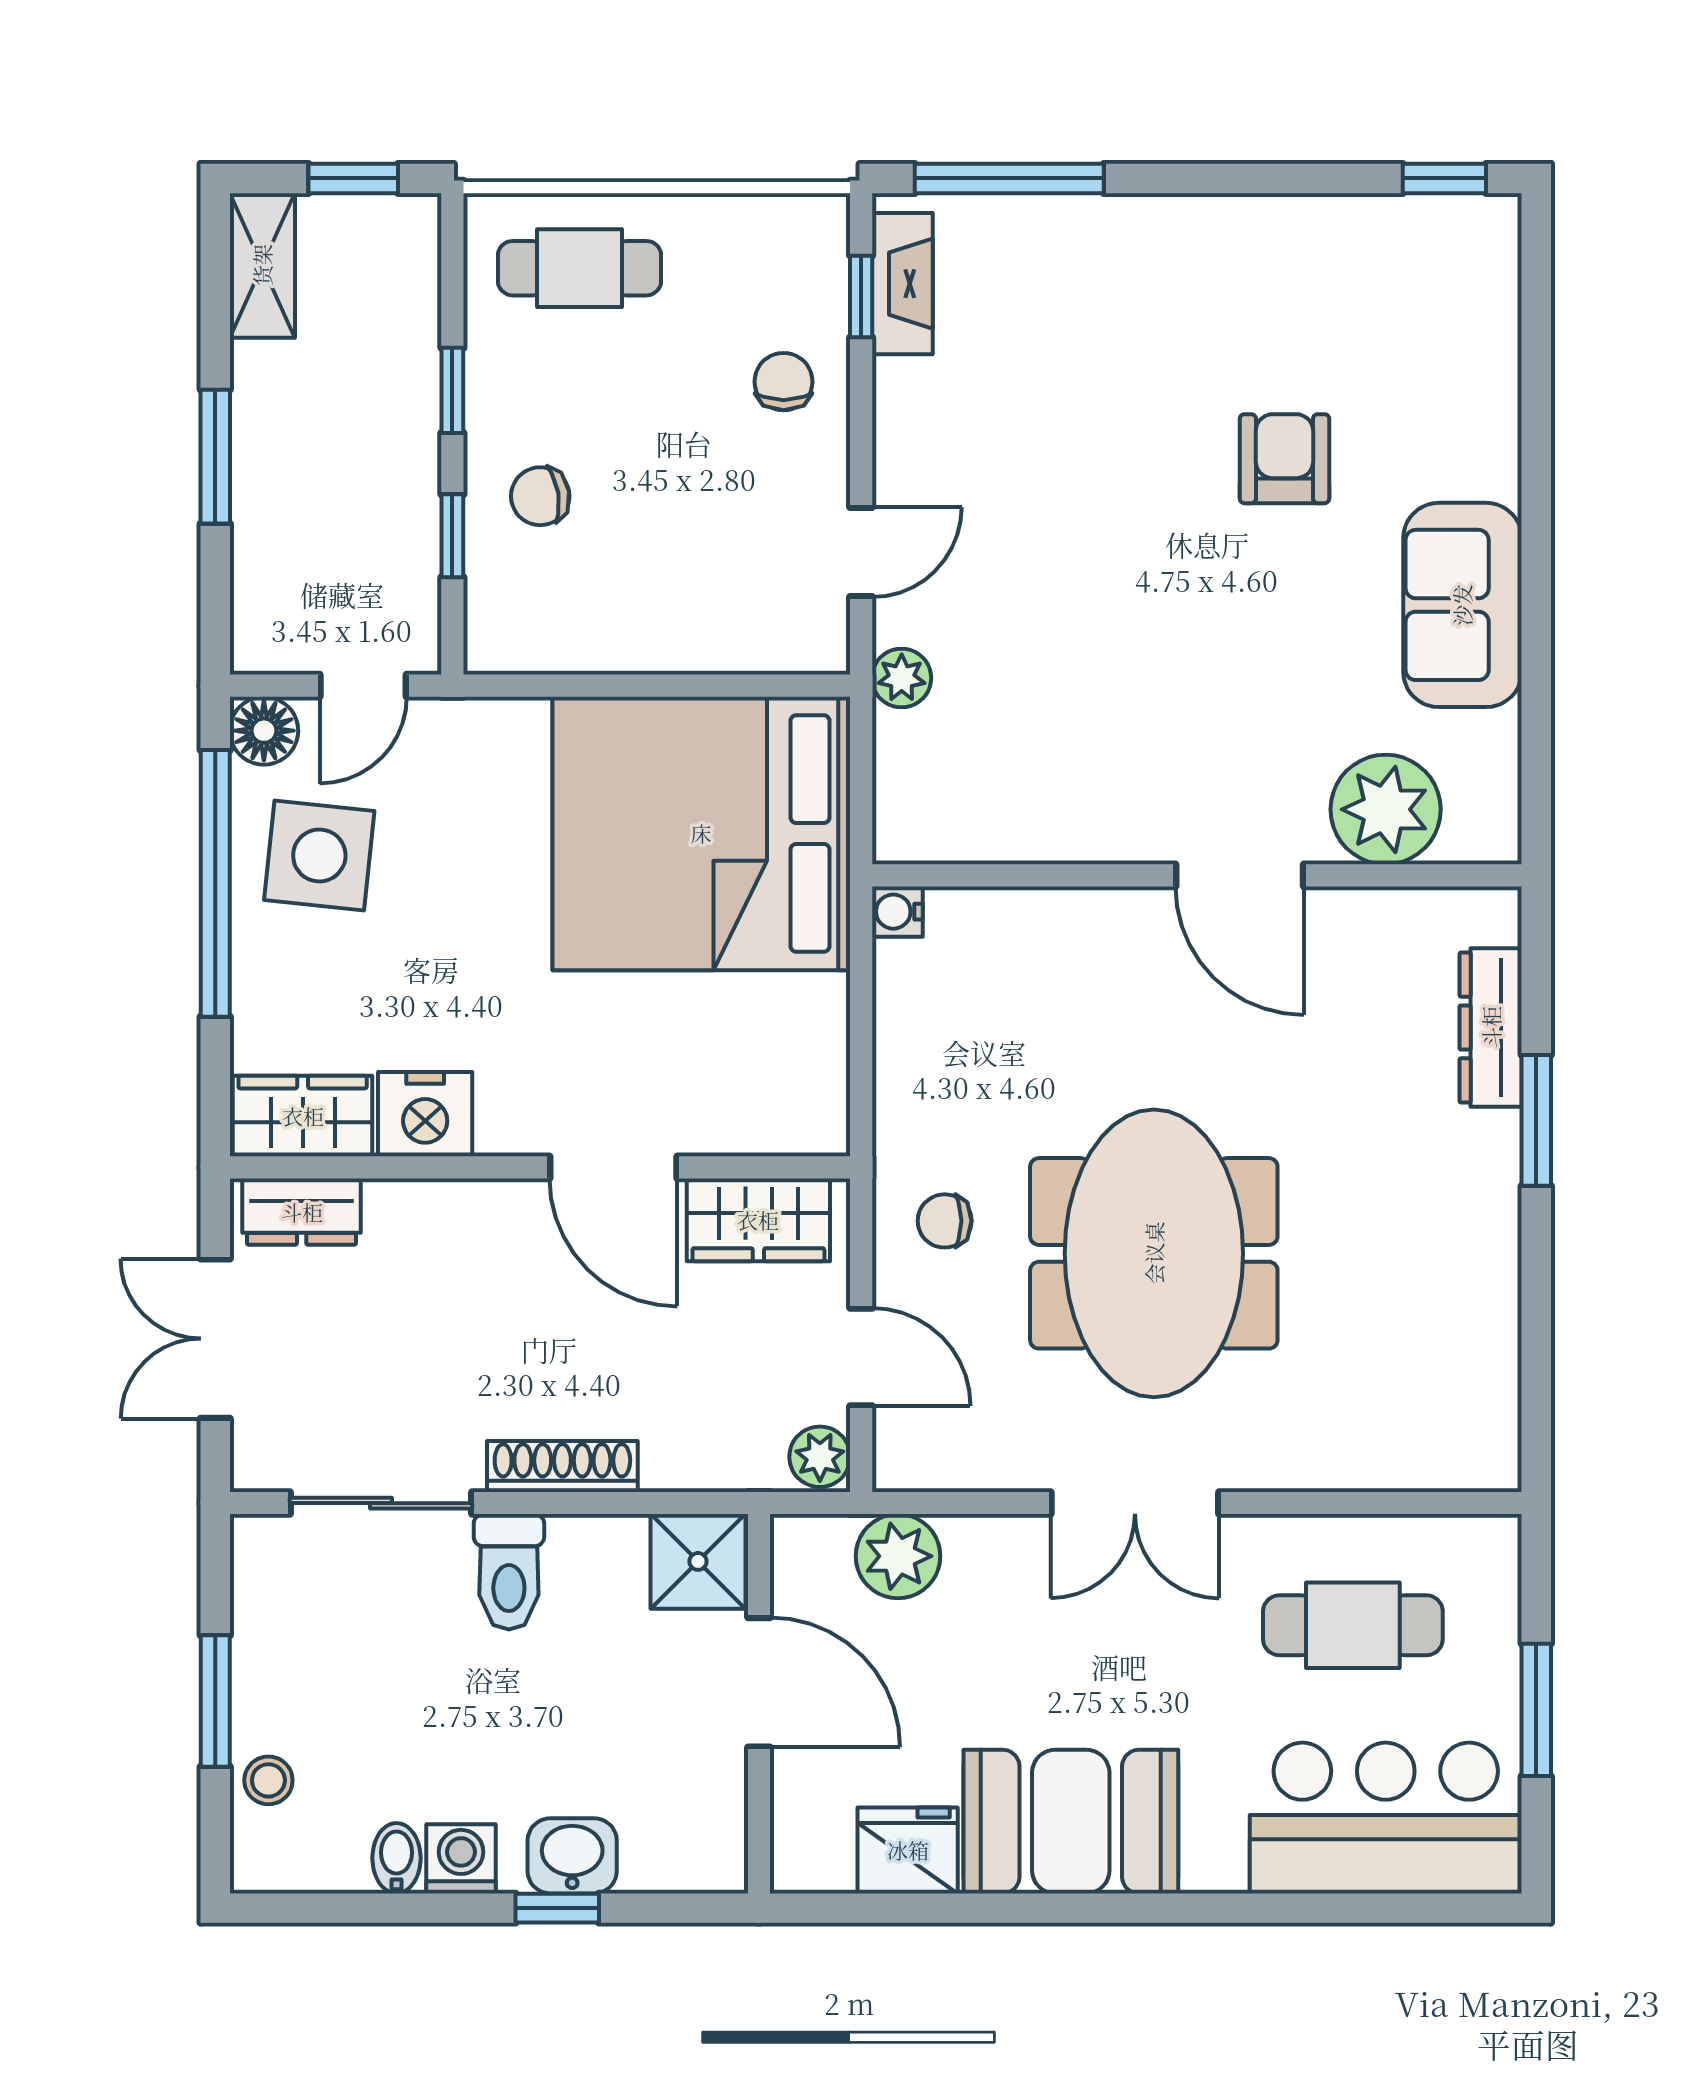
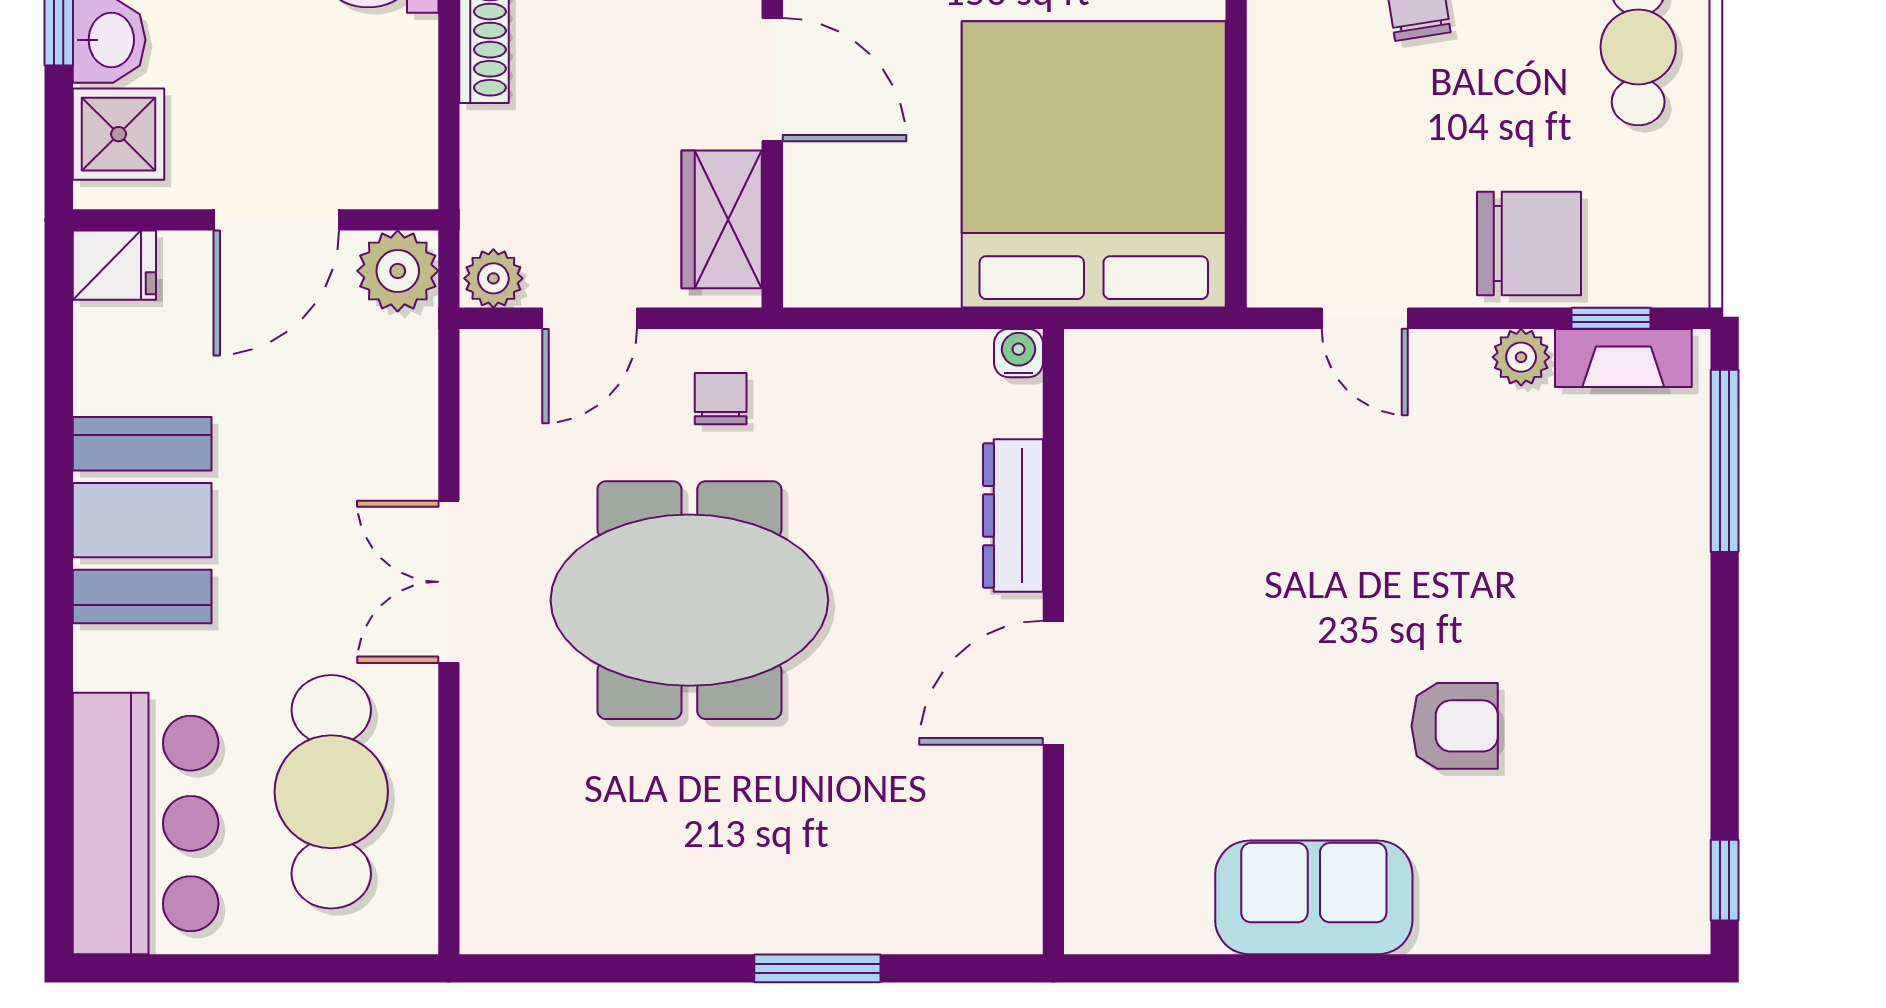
chair: (784, 382) -> (1529, 243), width x1.87, depth x1.87
plant: (902, 678) -> (1521, 357), moved
plant: (1386, 809) -> (1117, 823), removed
dresser: (1491, 1027) -> (1013, 516), moved, turned -90
door: (613, 1167) -> (772, 80), swing flipped
plant: (898, 1556) -> (398, 271), moved
shower: (698, 1561) -> (119, 134), moved
cafe table: (1353, 1625) -> (331, 792), width x1.37, depth x1.35
window: (1536, 1710) -> (250, 968), removed
fridge: (908, 1850) -> (114, 265), moved, width x0.72

